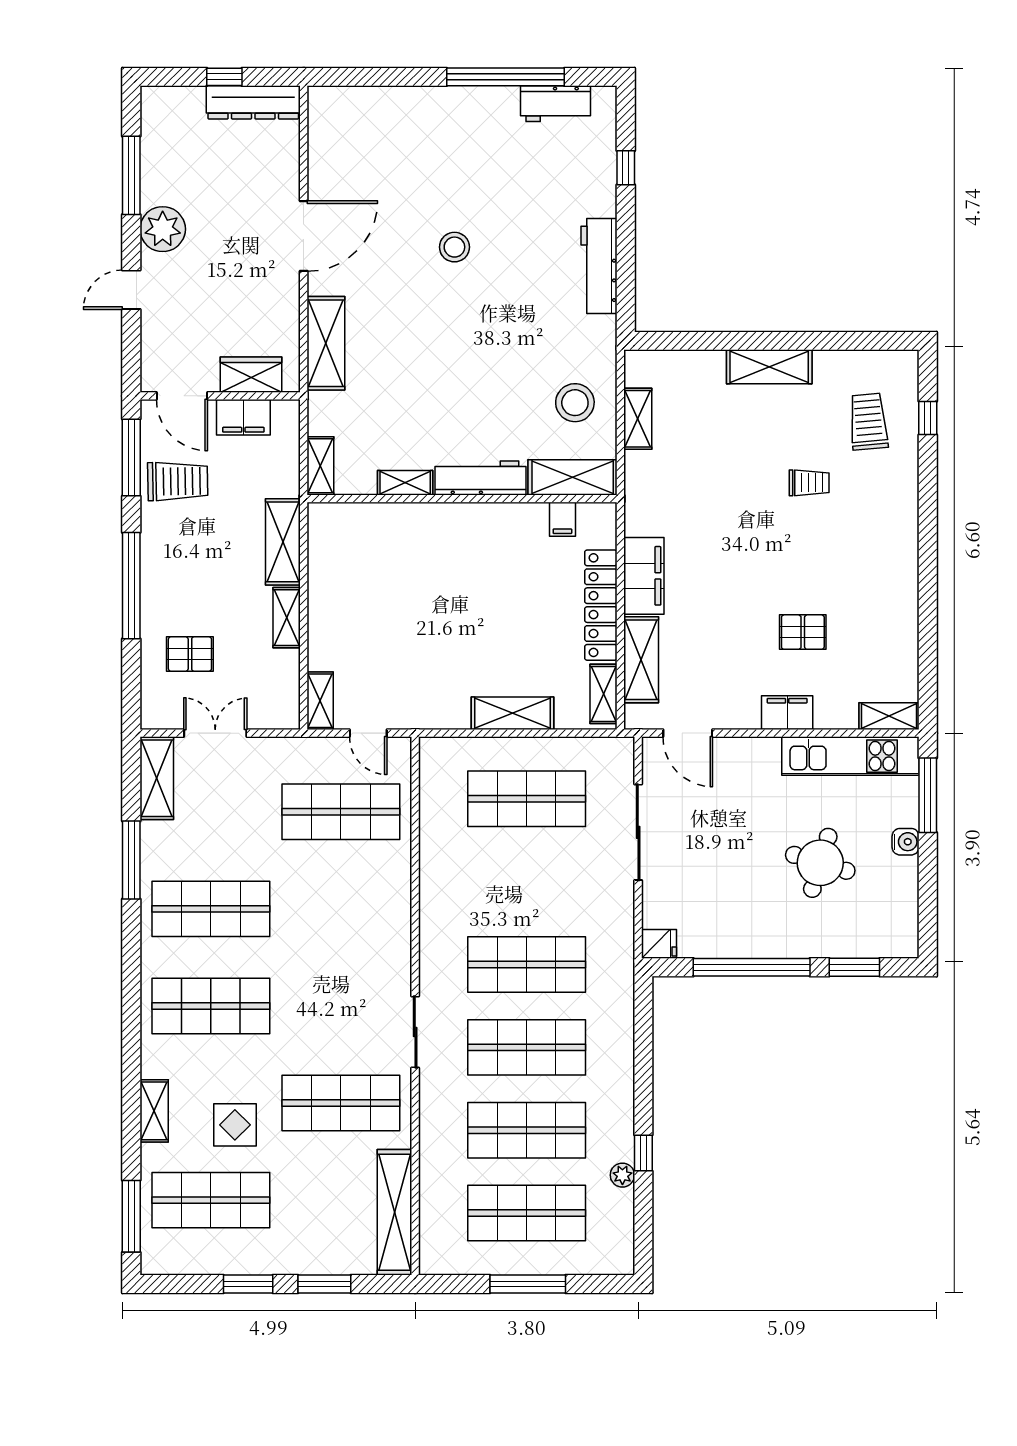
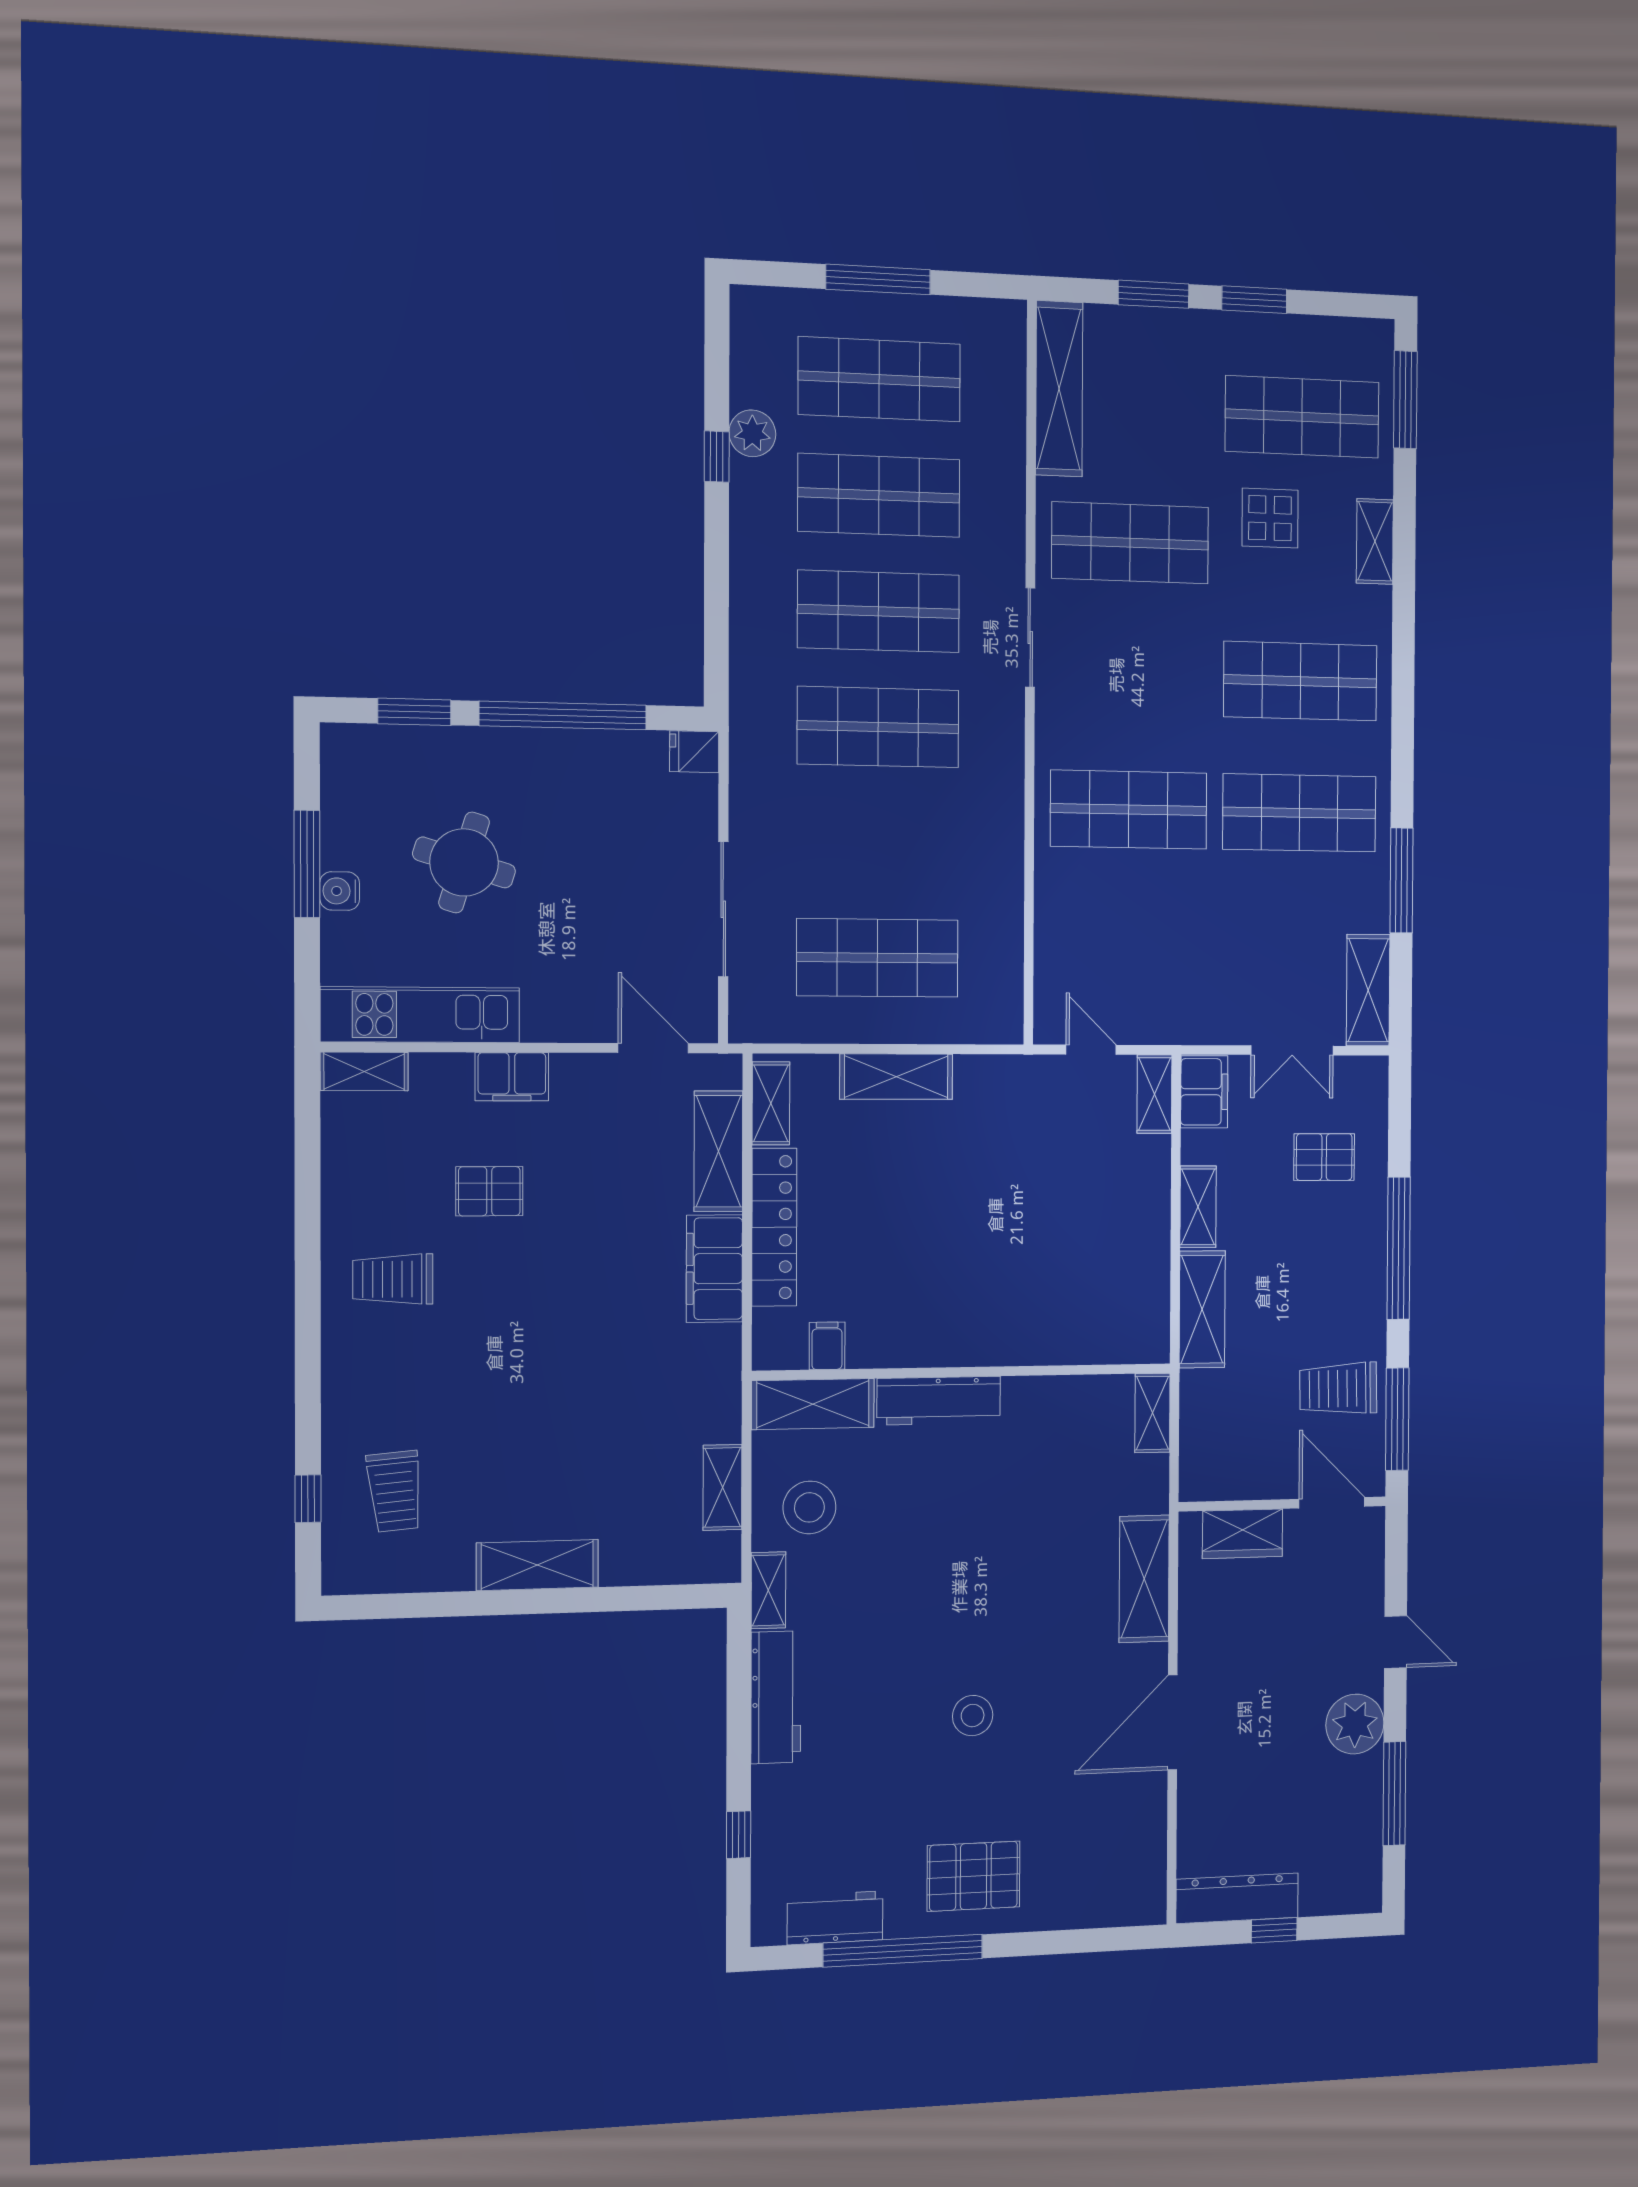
pallet: (453, 129) -> (973, 1876), added
door: (131, 290) -> (1396, 1642), hinge flipped
filing cabinet: (243, 417) -> (1204, 1092), moved, turned 90
shelving: (405, 483) -> (768, 1590), moved, turned 90
trolley: (809, 483) -> (393, 1279), moved, width x1.36, depth x1.39
window: (928, 795) -> (307, 864), moved
shop shelf: (341, 812) -> (1129, 810), moved
plant: (622, 1175) -> (752, 433), width x1.38, depth x1.38

